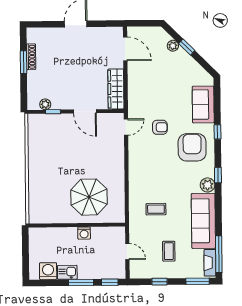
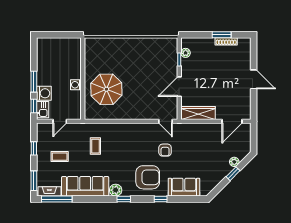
washing machine: (48, 271) -> (44, 93), moved
kitchen sink: (67, 272) -> (43, 110), moved

